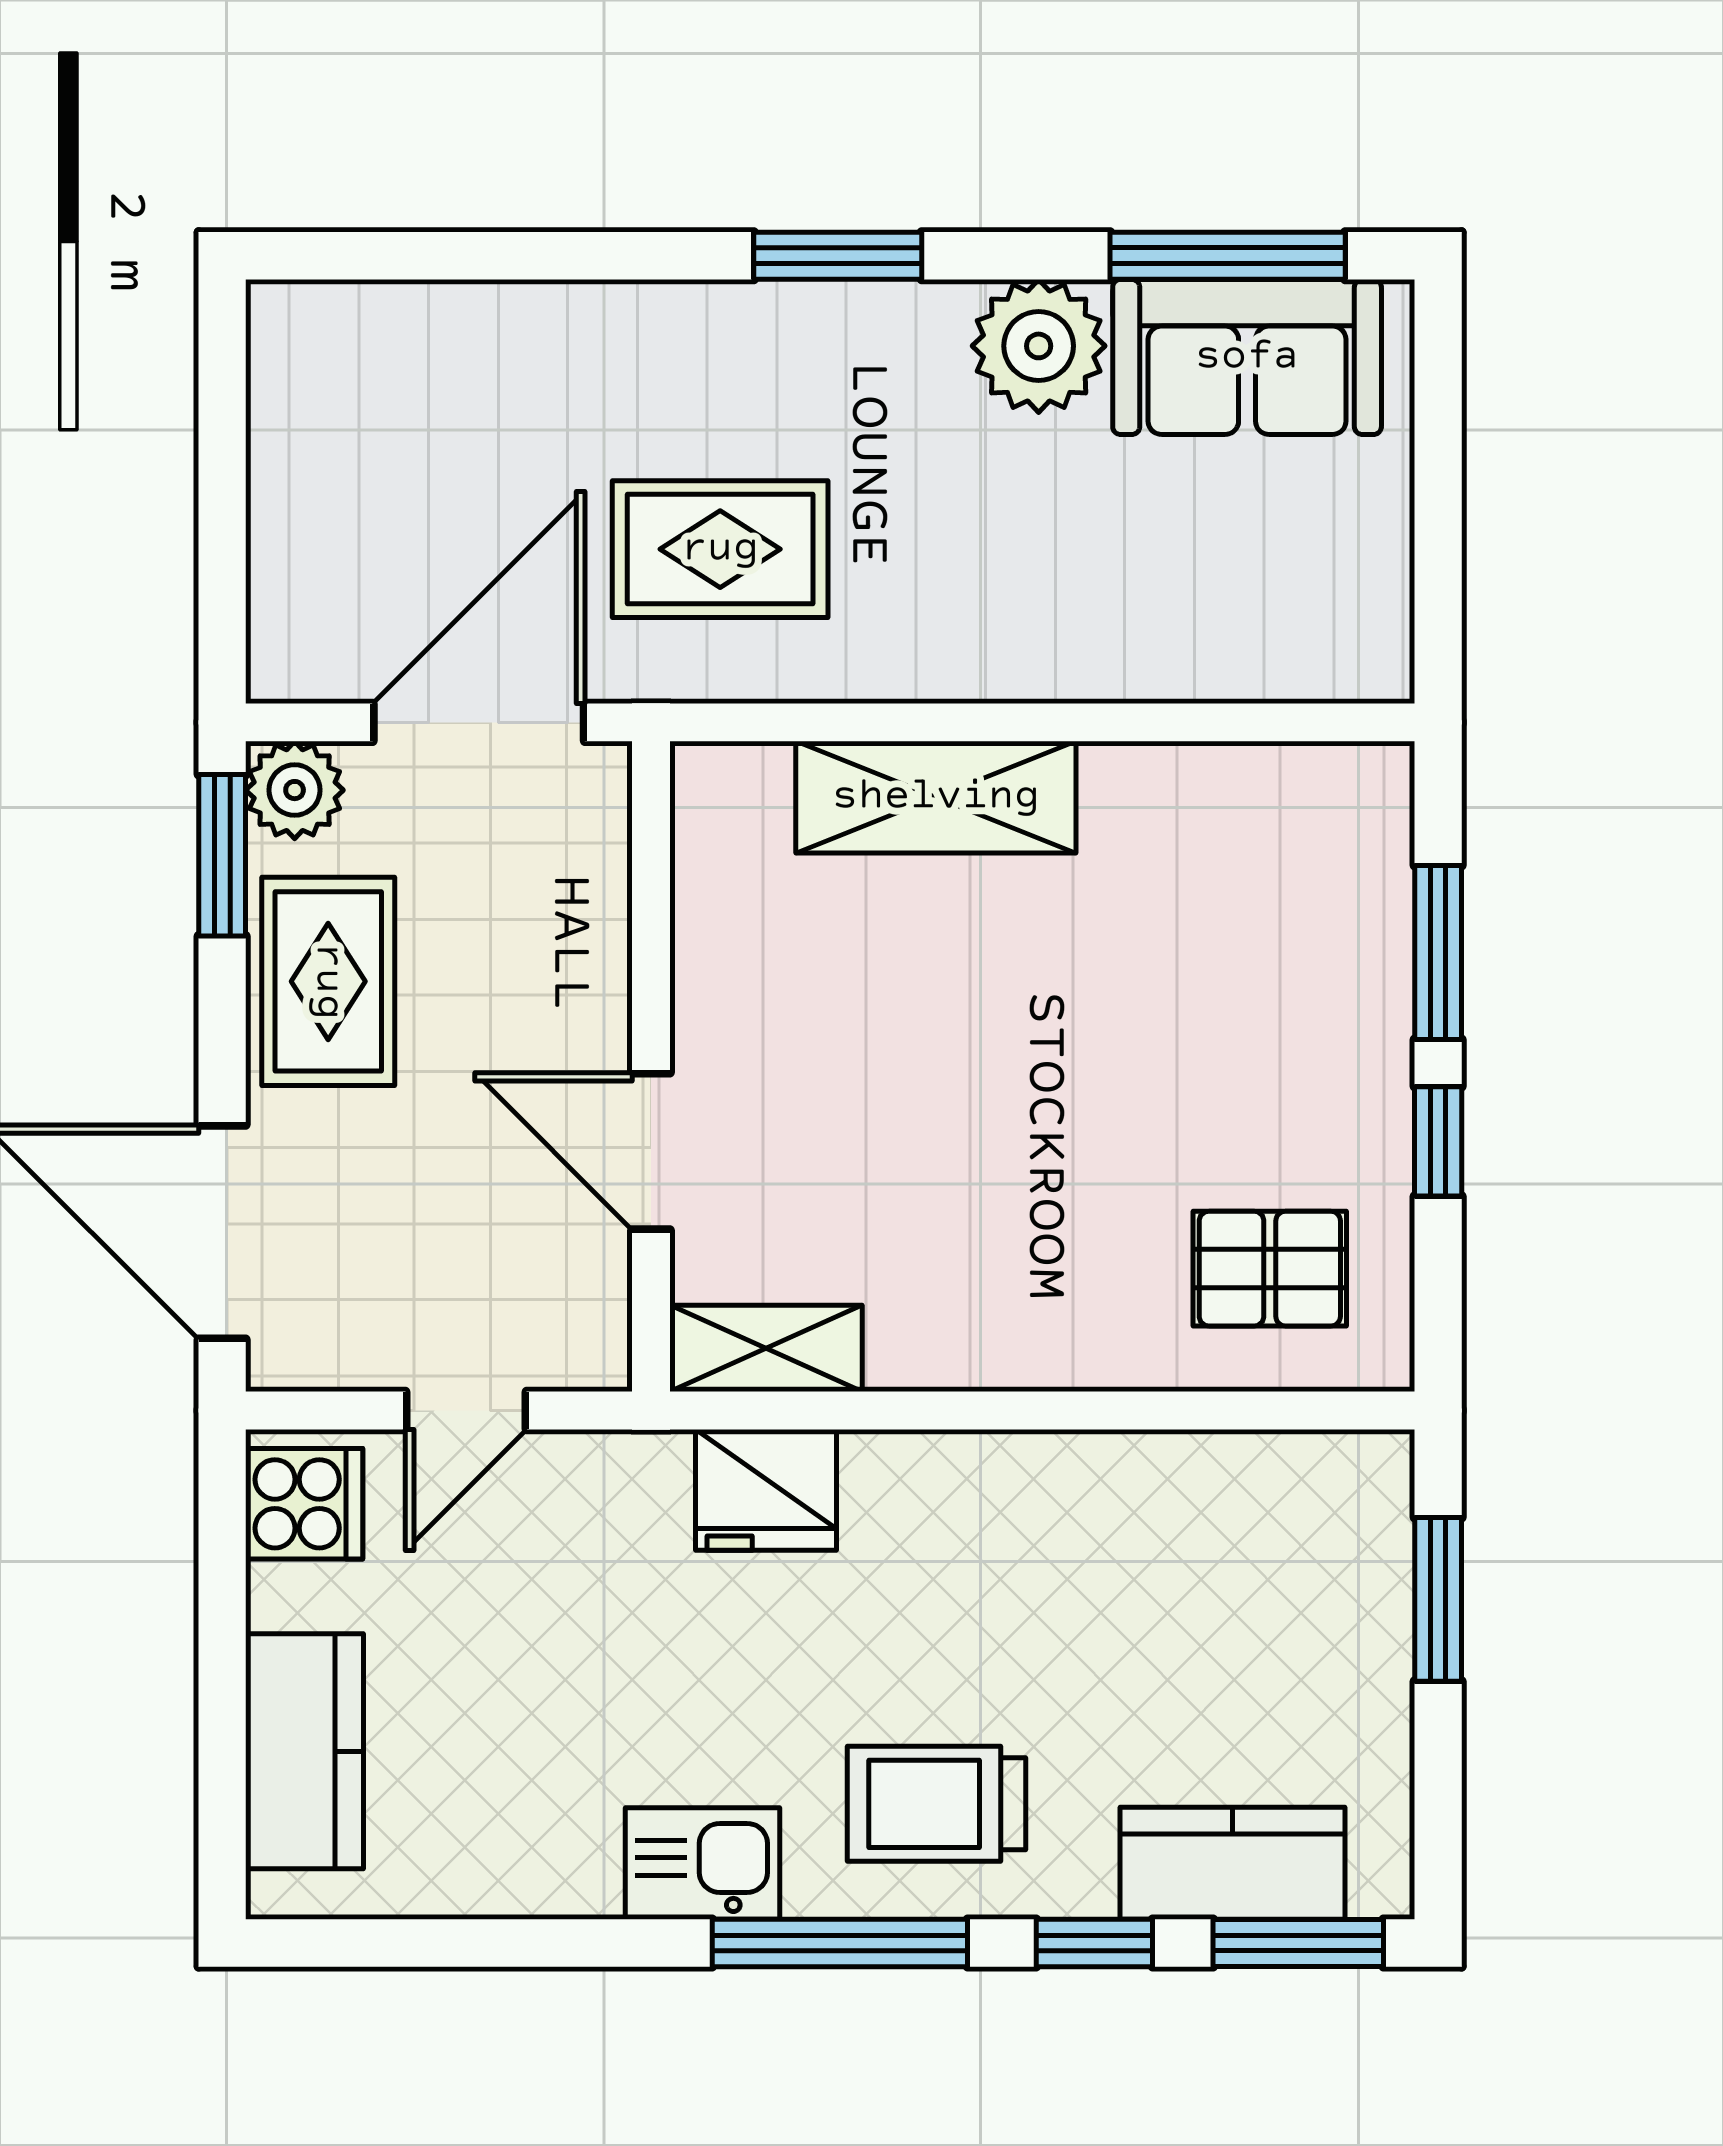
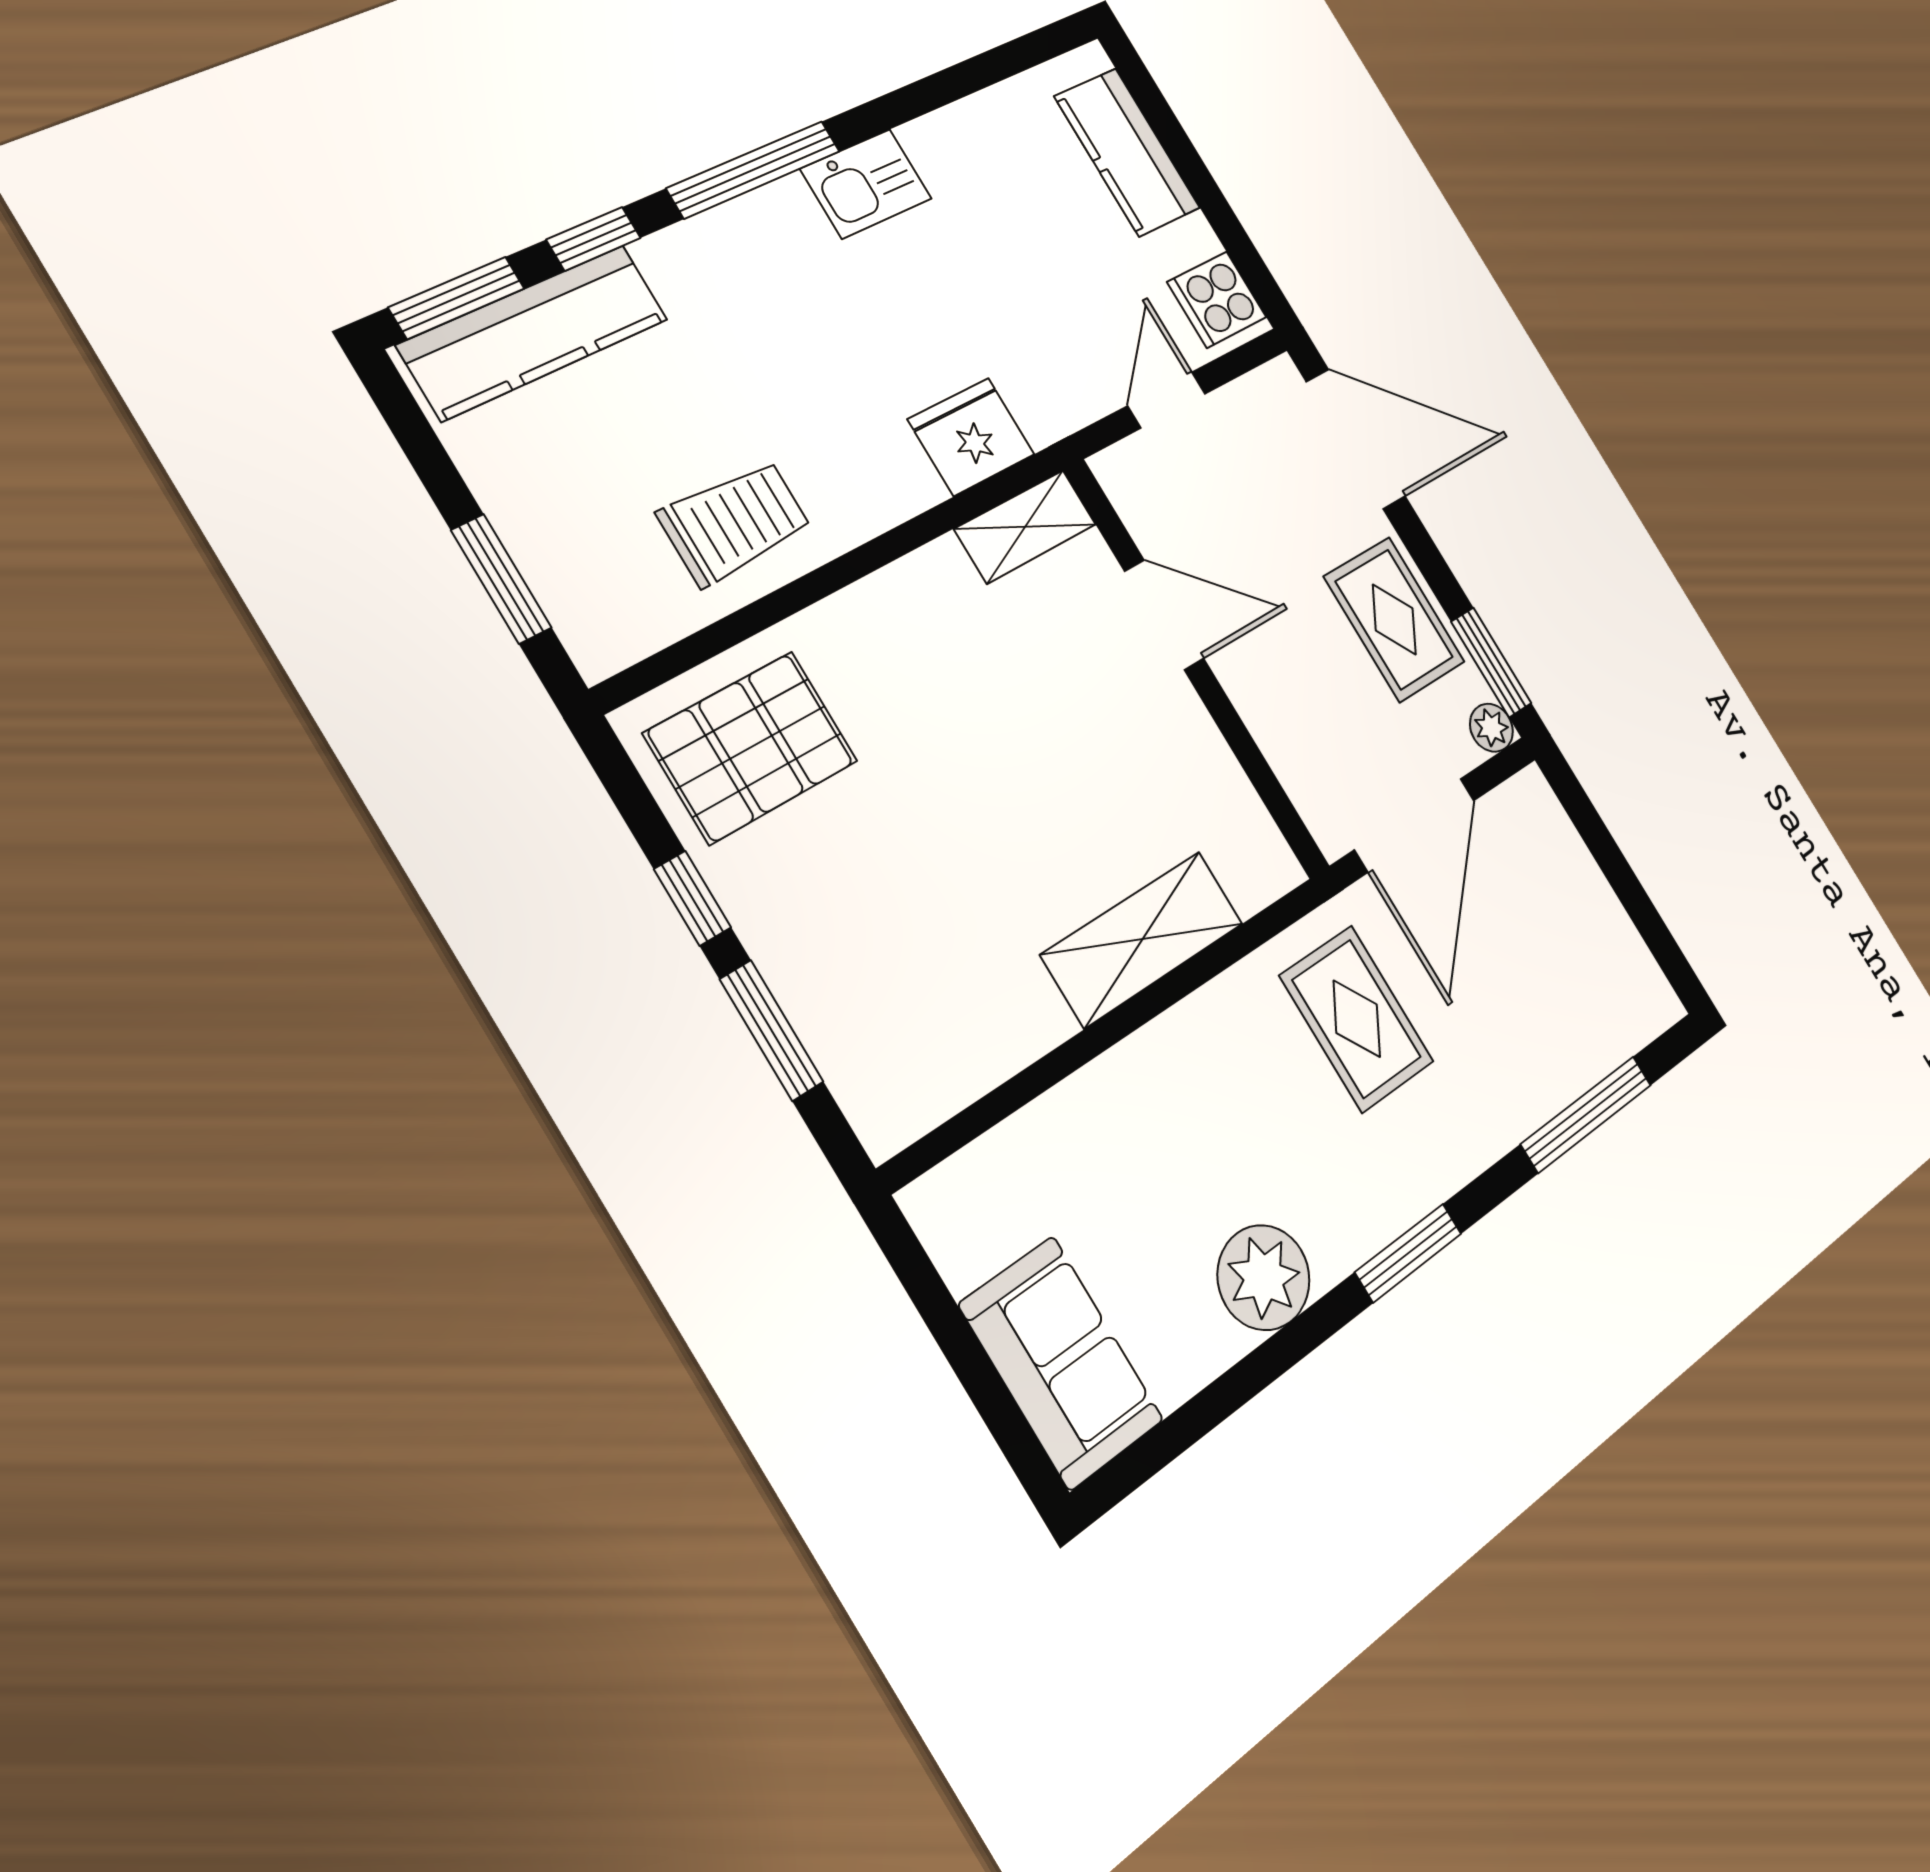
window: (1228, 256) -> (1586, 1114), moved
sofa: (1247, 357) -> (1061, 1362), moved, turned 90
rug: (720, 549) -> (1357, 1019), turned 90
plant: (295, 790) -> (1491, 728), width x0.73, depth x0.73
pallet: (1270, 1269) -> (751, 747), width x1.50, depth x1.42
trolley: (937, 1804) -> (735, 522), moved
kitchen counter: (1232, 1863) -> (534, 332), width x1.50

